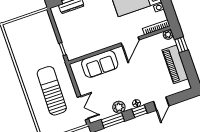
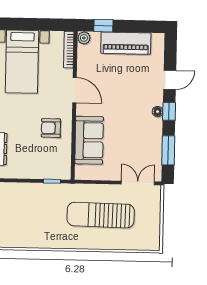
armchair: (98, 35) -> (51, 128), added
door: (161, 104) -> (170, 80), hinge flipped
plant: (119, 107) -> (154, 136), removed

